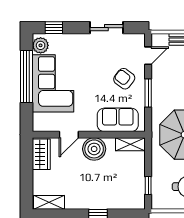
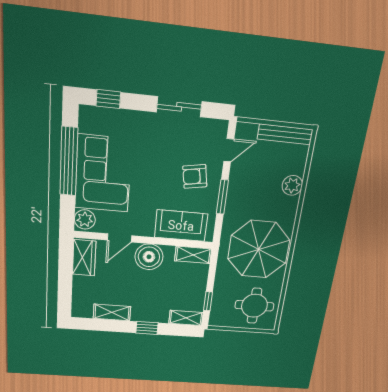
plant: (41, 45) -> (85, 219), moved
armchair: (124, 79) -> (195, 176), turned -47
shelving: (49, 202) -> (112, 312), moved
shelving: (131, 203) -> (186, 318), added

